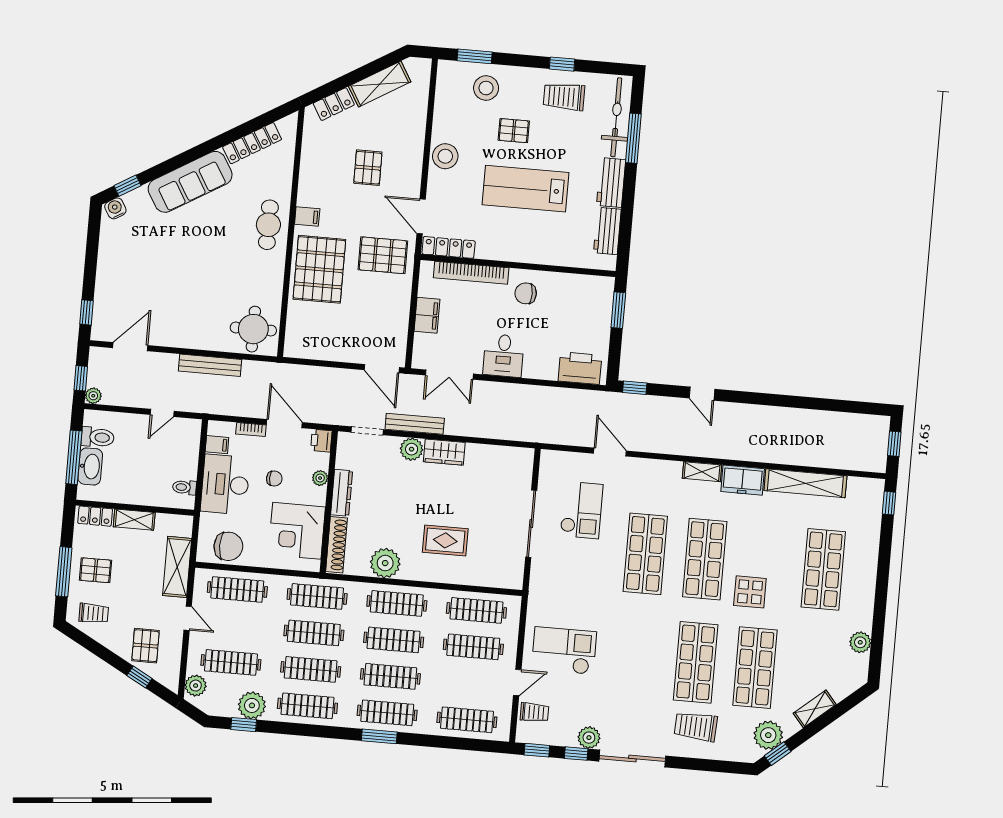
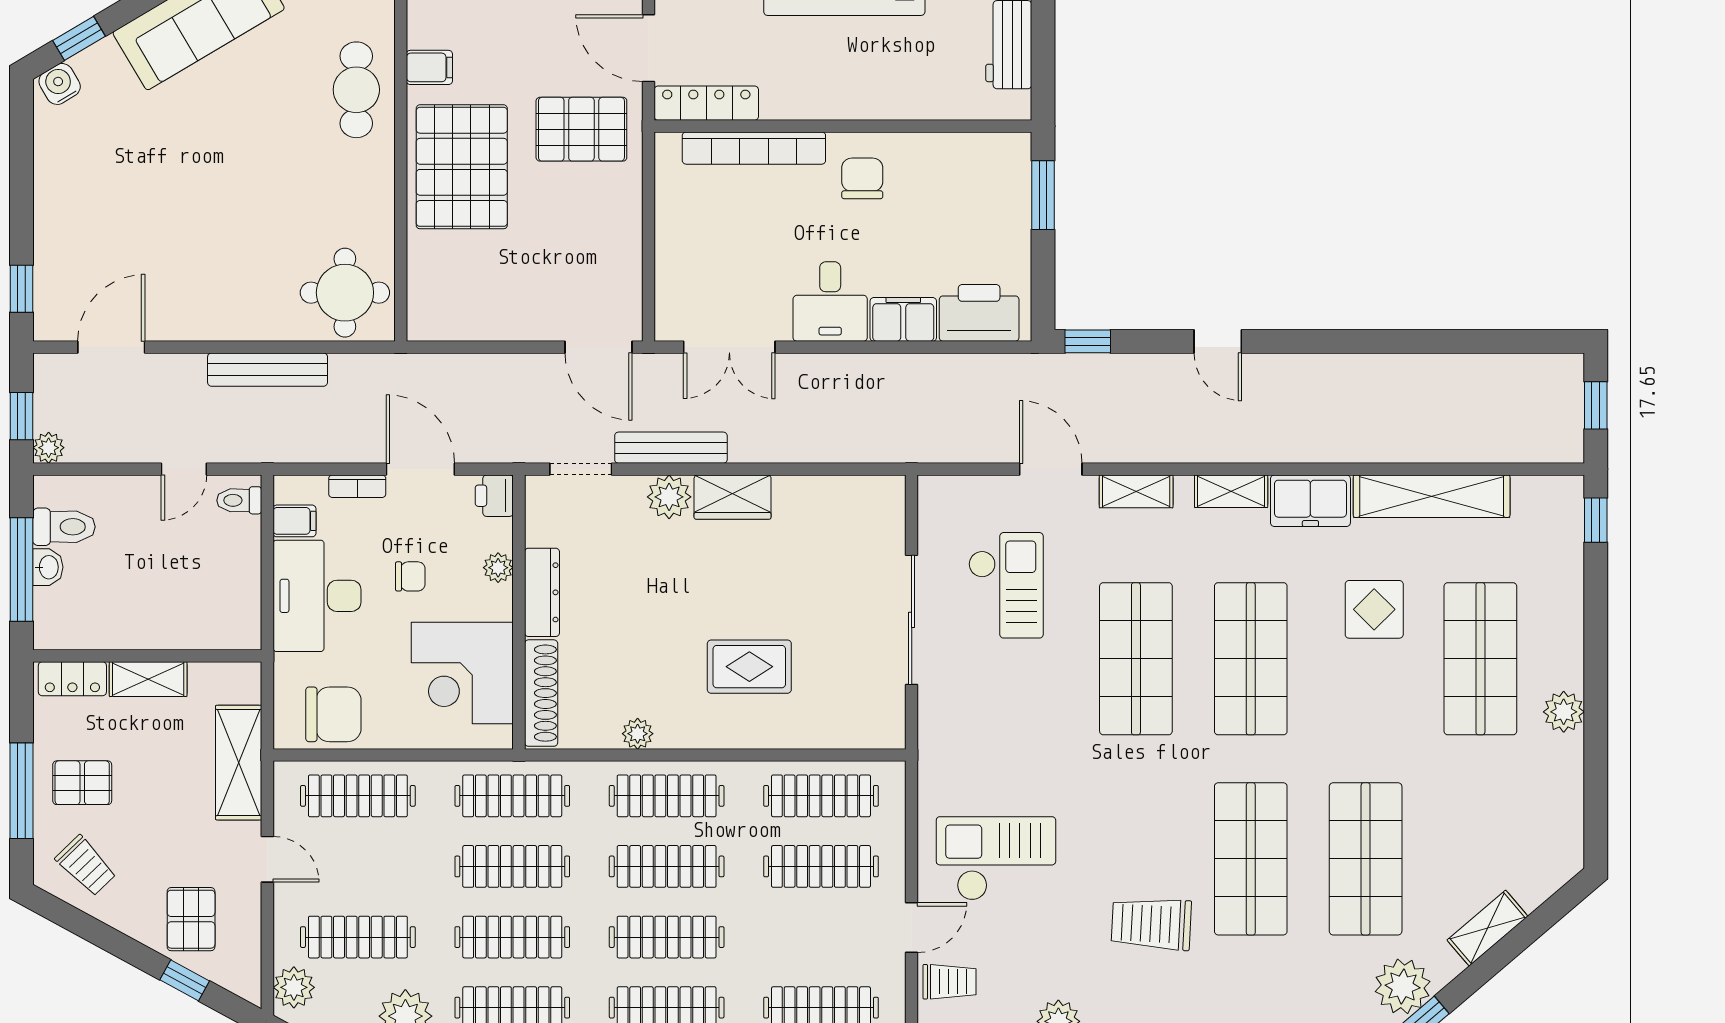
chair: (526, 293) -> (862, 178), turned 90
filing cabinet: (427, 315) -> (903, 319), moved, turned -90
washbasin: (90, 466) -> (48, 567), width x0.52, depth x0.69
shelving: (653, 467) -> (1136, 491), added
toilet: (184, 487) -> (239, 500), moved
plant: (385, 563) -> (638, 734), width x0.53, depth x0.53
display table: (750, 592) -> (1374, 609), moved
trolley: (94, 613) -> (86, 866), turned 46
plant: (860, 642) -> (1564, 712), moved
trolley: (696, 727) -> (1151, 924), moved

